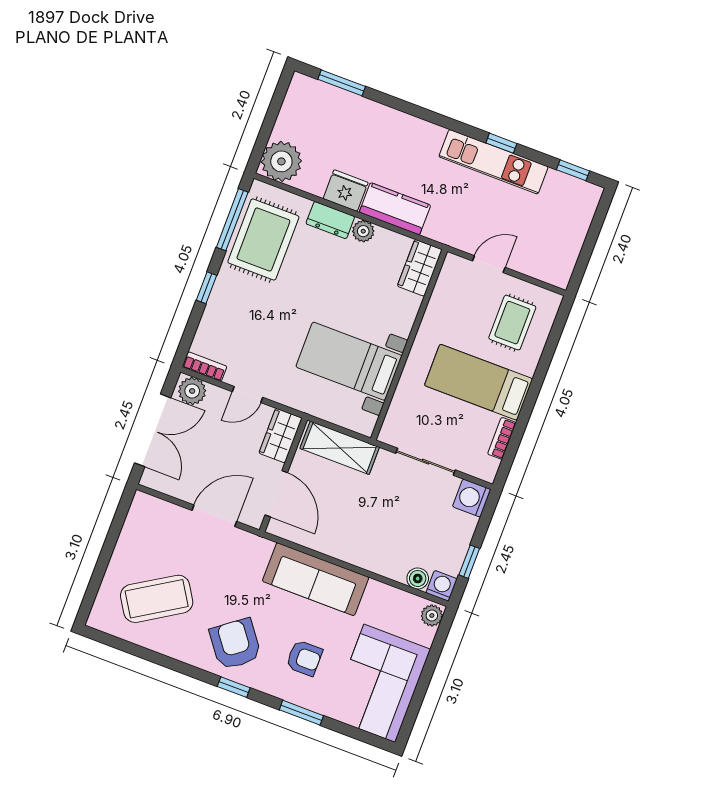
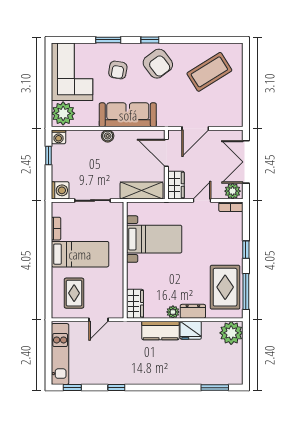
kitchen unit: (494, 162) -> (60, 354), moved, turned 90
boiler: (418, 579) -> (108, 136), moved
plant: (432, 616) -> (63, 113), width x1.88, depth x1.88
armchair: (304, 658) -> (118, 70), turned -81

